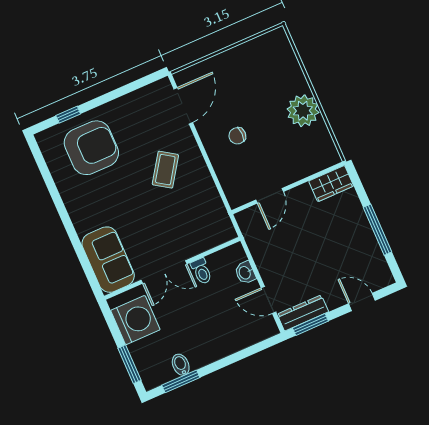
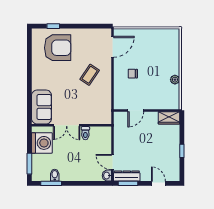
plant: (303, 111) -> (175, 80), width x0.53, depth x0.53
window: (377, 230) -> (182, 151), width x0.46
washbasin: (245, 273) -> (107, 176), moved

